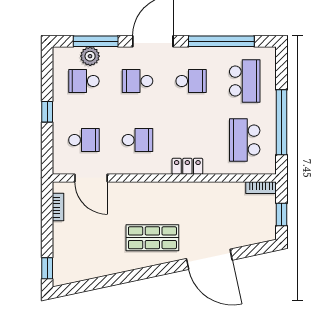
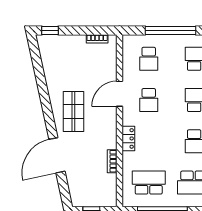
window: (47, 112) -> (170, 30), width x3.17
door: (91, 178) -> (119, 94), moved
bookcase: (261, 188) -> (112, 161), moved

